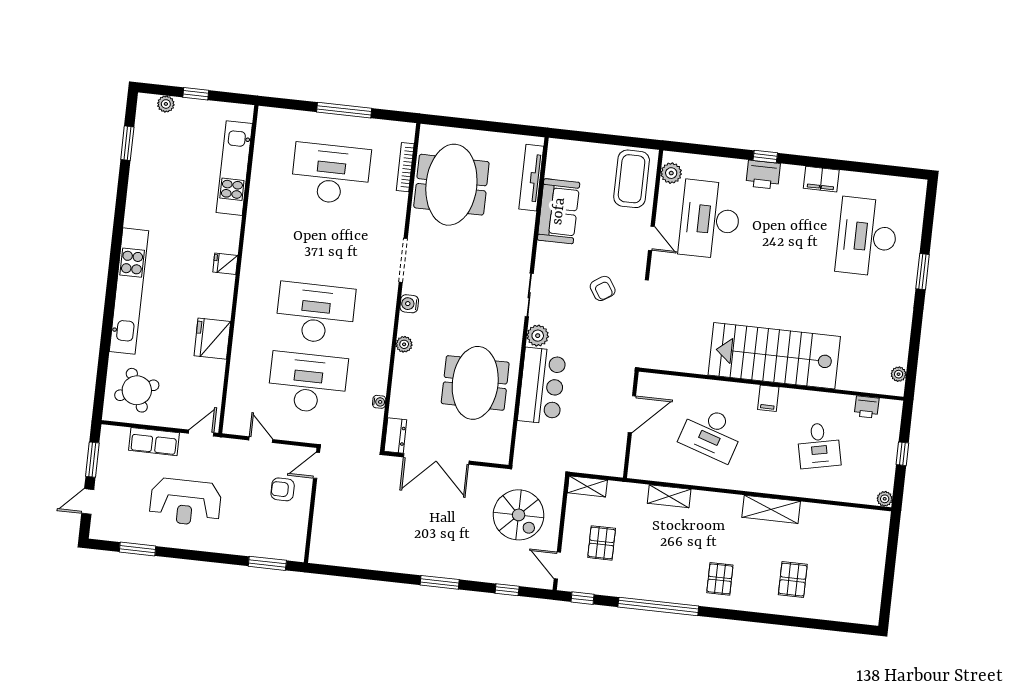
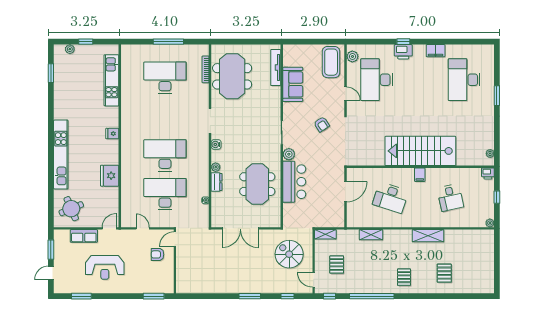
printer: (867, 407) -> (488, 174), moved
dresser: (395, 435) -> (216, 182), moved
spiral stairs: (519, 515) -> (289, 254), turned 180

